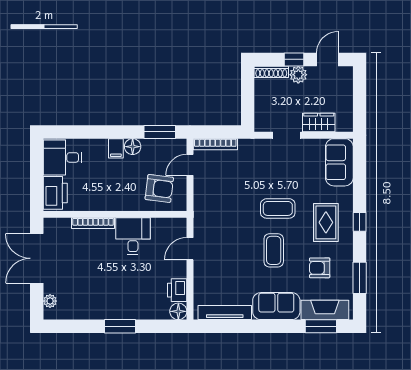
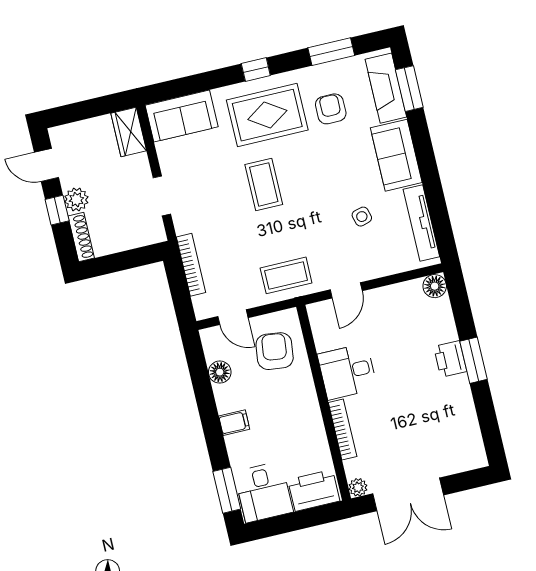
wardrobe: (319, 123) -> (129, 132), moved
window: (160, 132) -> (227, 490), moved
bookcase: (215, 144) -> (191, 265), moved
floor lamp: (133, 147) -> (220, 372), moved
rug: (326, 222) -> (267, 115), width x1.36, depth x1.43
door: (190, 249) -> (346, 290), hinge flipped
coffee table: (274, 250) -> (286, 275), moved
armchair: (320, 268) -> (331, 109), turned 180
side table: (239, 272) -> (362, 217), added
printer: (177, 290) -> (450, 359), moved, turned 90
plant: (50, 301) -> (358, 487), moved

